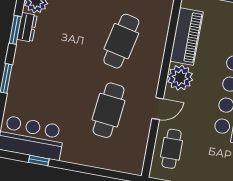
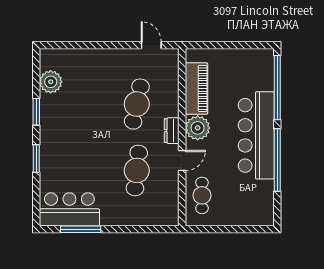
dresser: (27, 27) -> (172, 131), moved, turned 180
window: (39, 161) -> (81, 229), width x2.17

